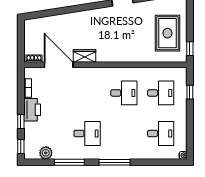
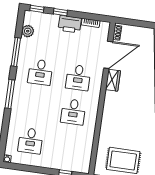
desk: (161, 93) -> (78, 78), moved

